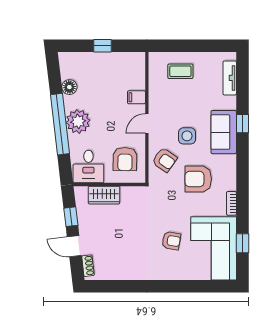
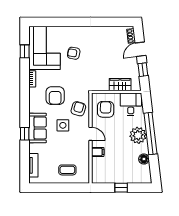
door: (147, 123) -> (91, 134), hinge flipped
armchair: (164, 160) -> (78, 109), turned 71
armchair: (198, 179) -> (55, 96), turned 90
door: (74, 246) -> (141, 49), swing flipped

